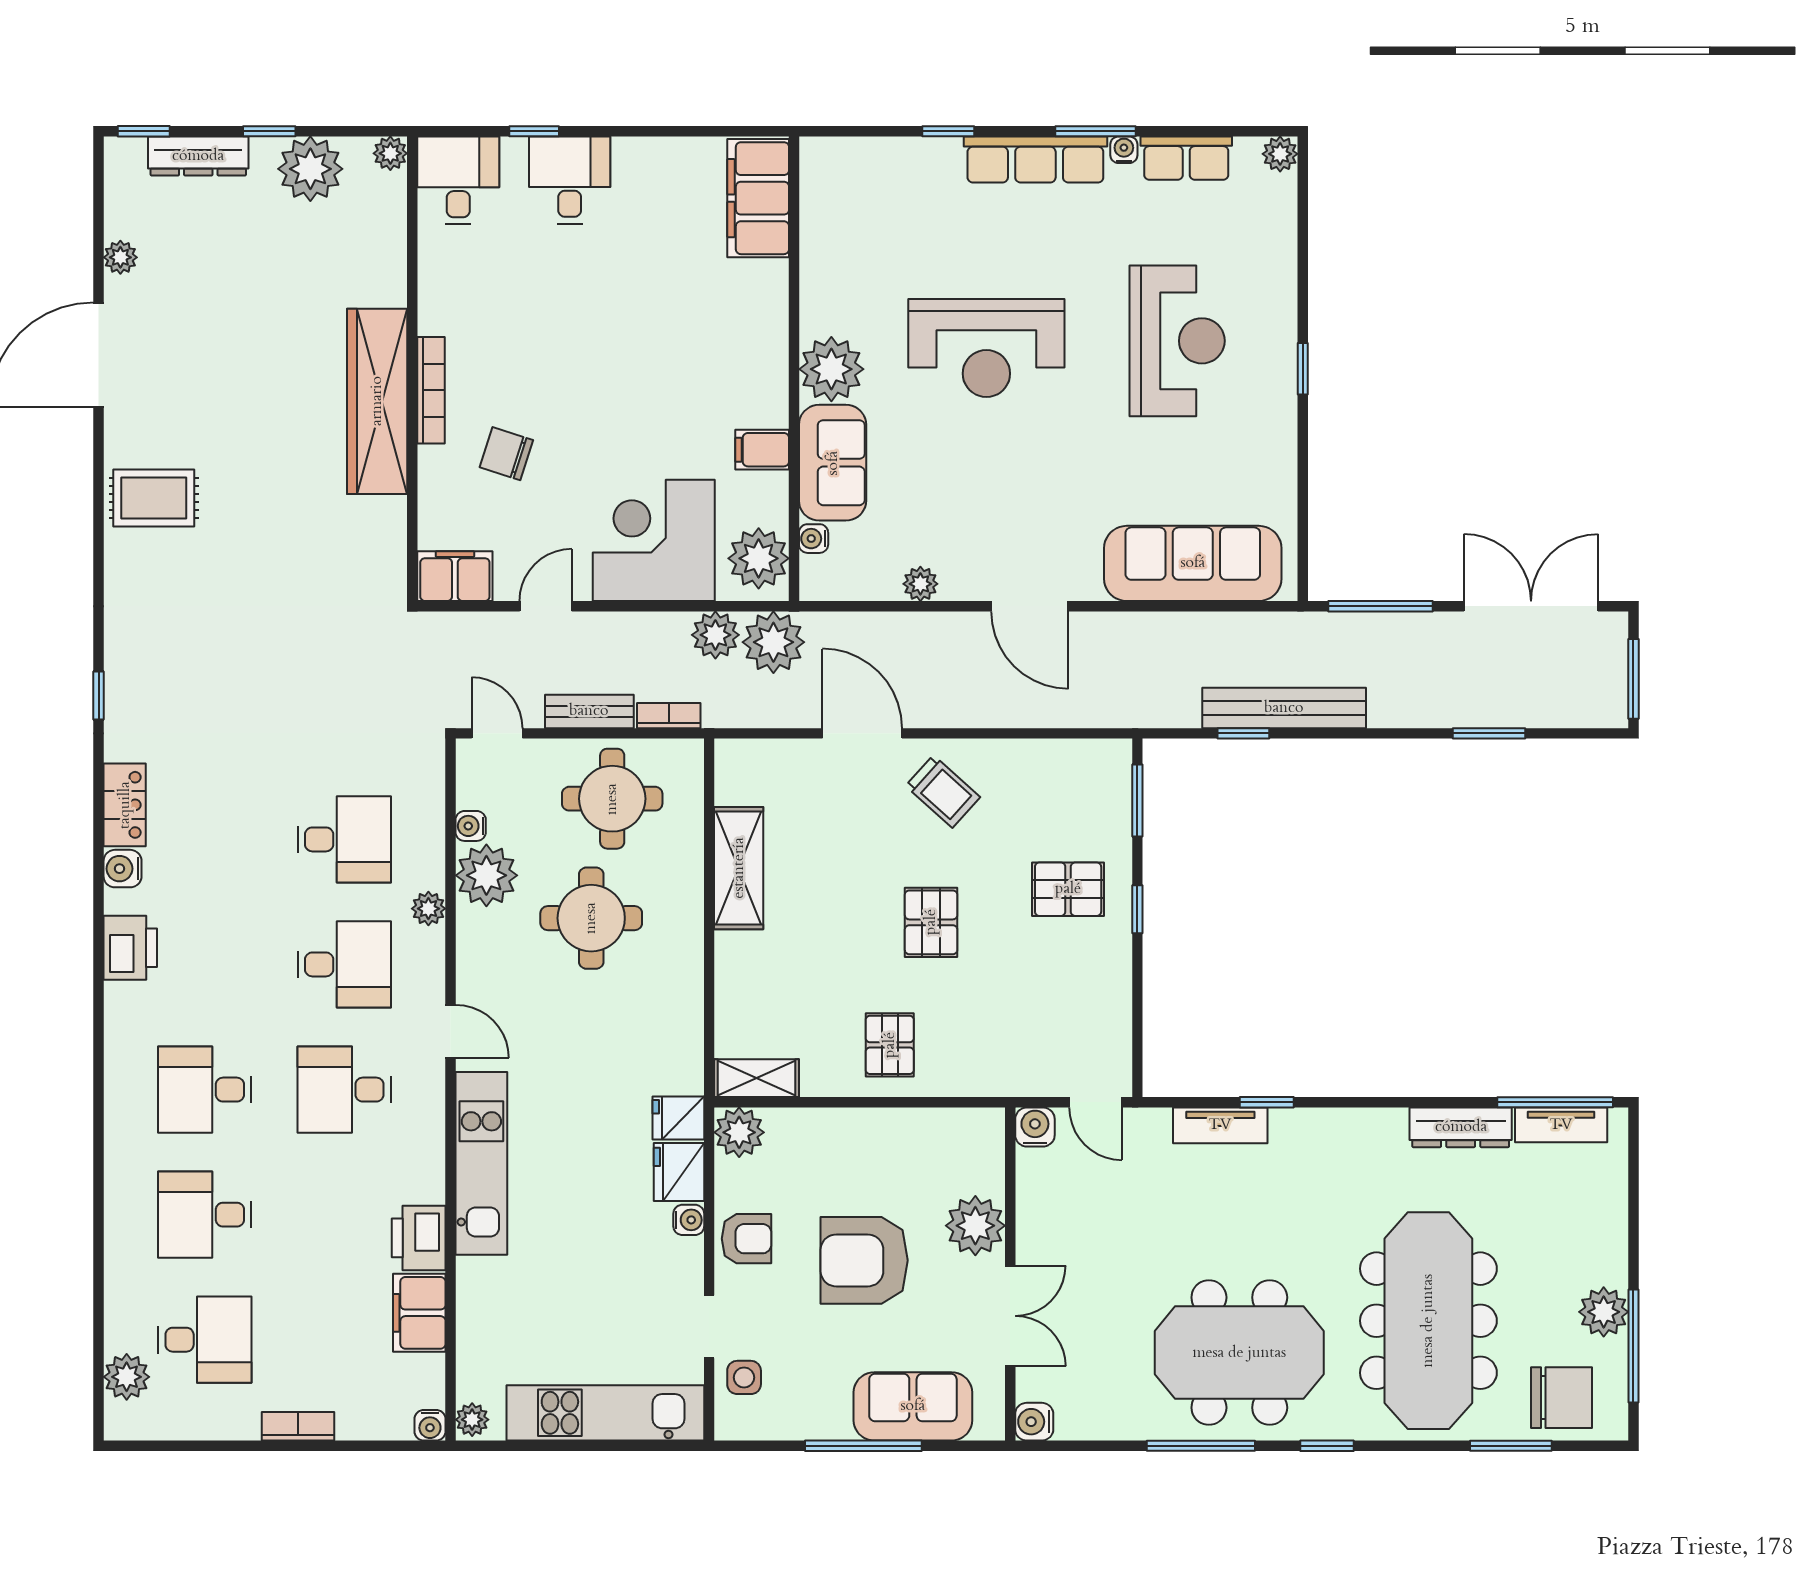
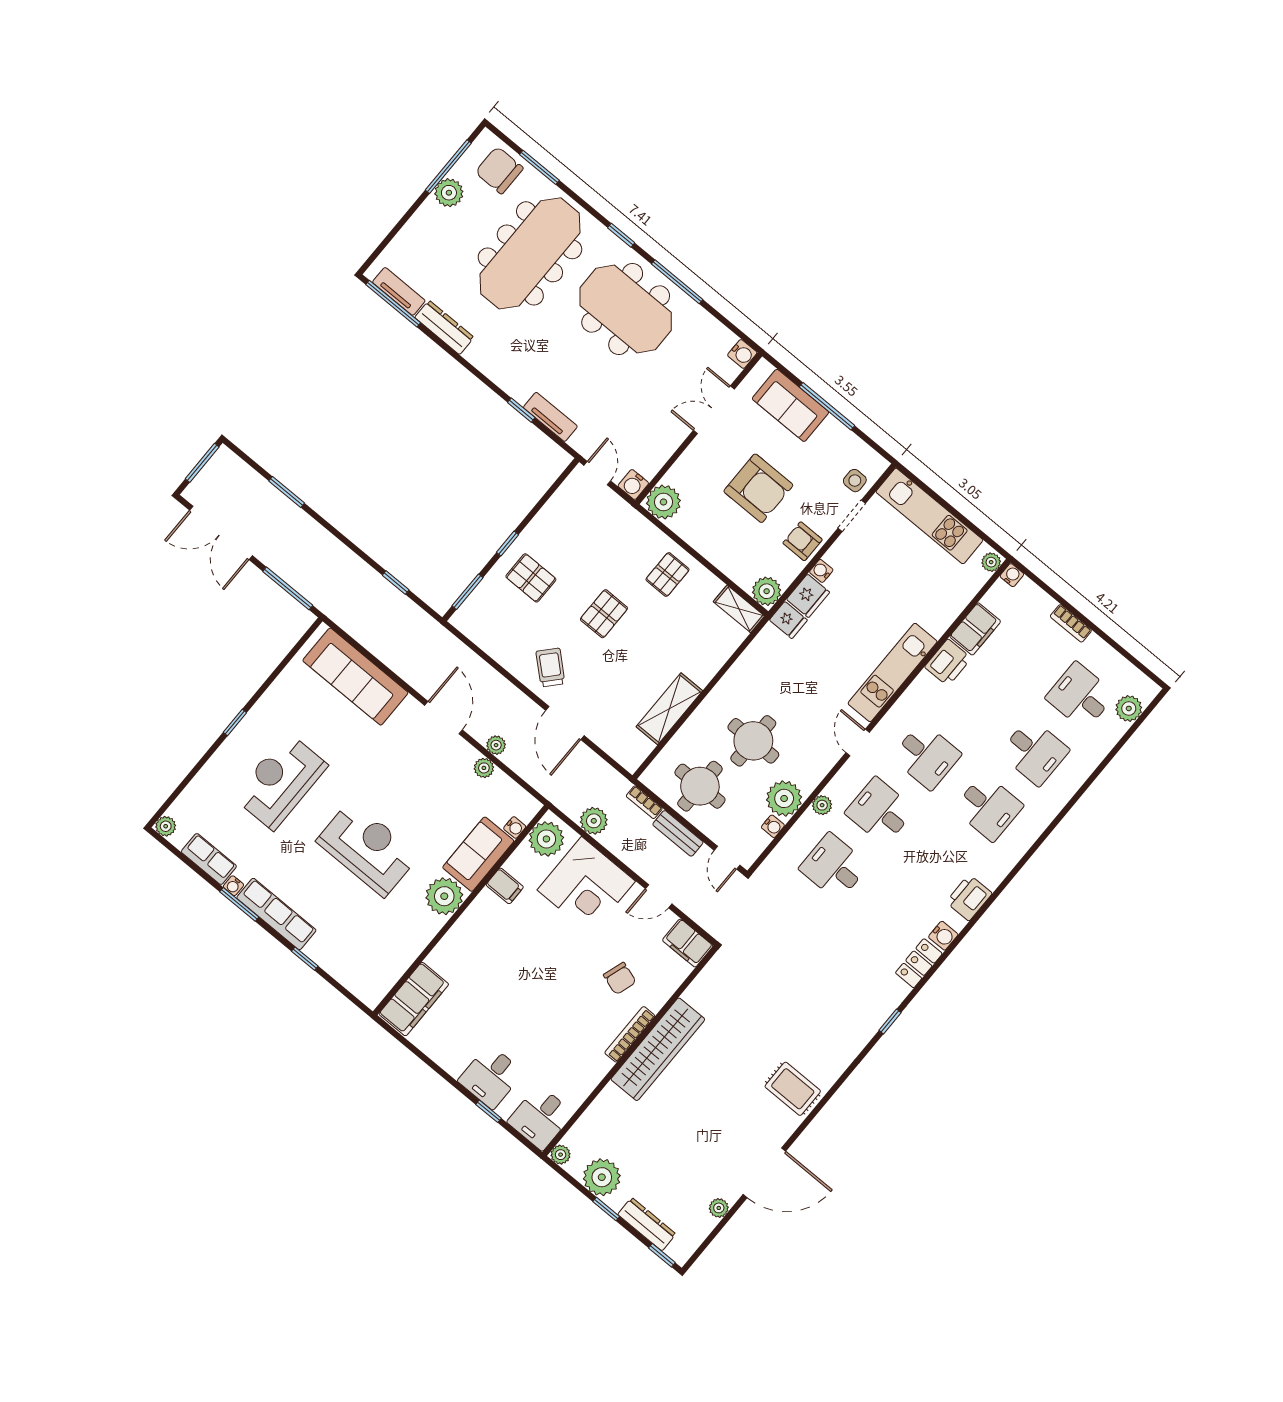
plant: (773, 642) -> (496, 745), moved, width x0.53, depth x0.53
bench: (1284, 708) -> (368, 579), removed
plant: (975, 1226) -> (663, 502), moved

